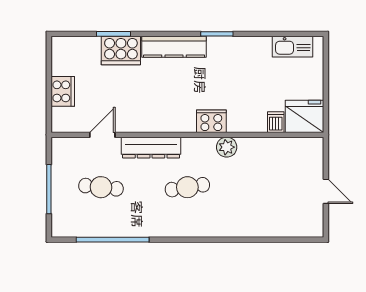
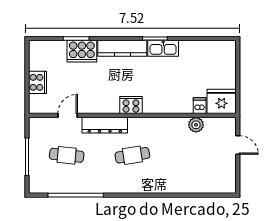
kitchen sink: (293, 47) -> (163, 48), moved
cooker: (211, 121) -> (131, 105), moved
plant: (227, 147) -> (196, 125), moved
door: (326, 191) -> (238, 145), moved

